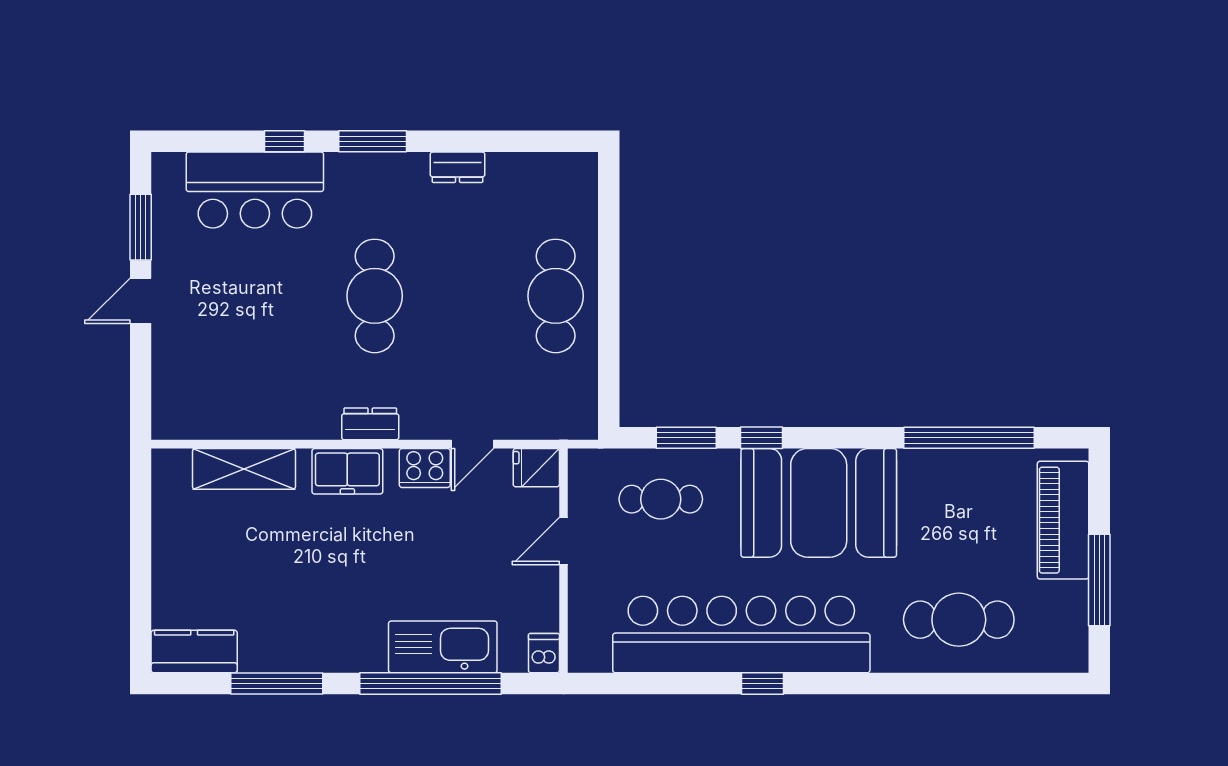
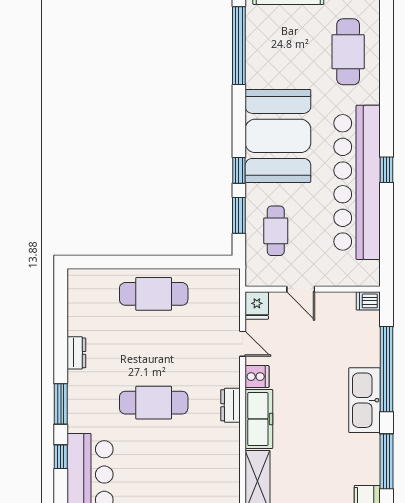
cooker: (425, 468) -> (257, 377), width x0.73
freezer: (347, 471) -> (259, 419), width x1.40
kitchen sink: (443, 647) -> (364, 400), moved

